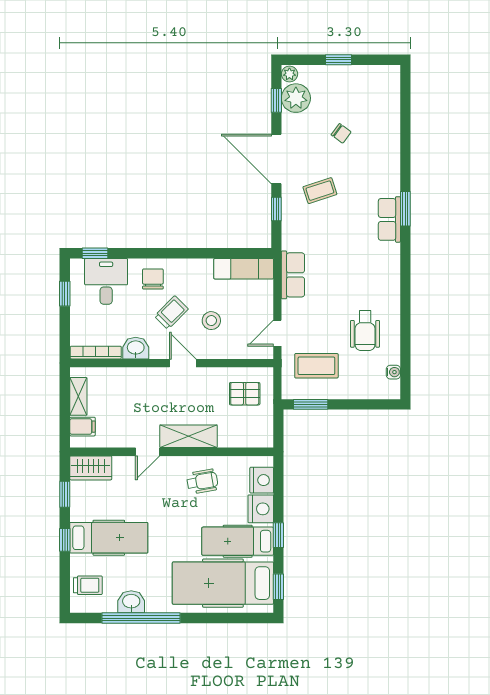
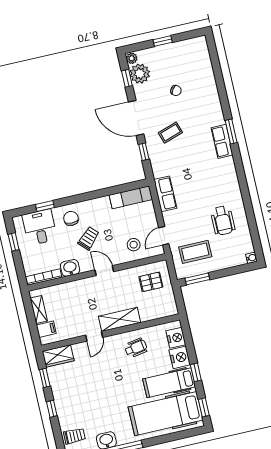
window: (95, 253) -> (45, 206), moved
stool: (211, 321) -> (134, 245), moved
water cooler: (393, 372) -> (251, 258), moved
hospital bed: (109, 538) -> (81, 401), removed

